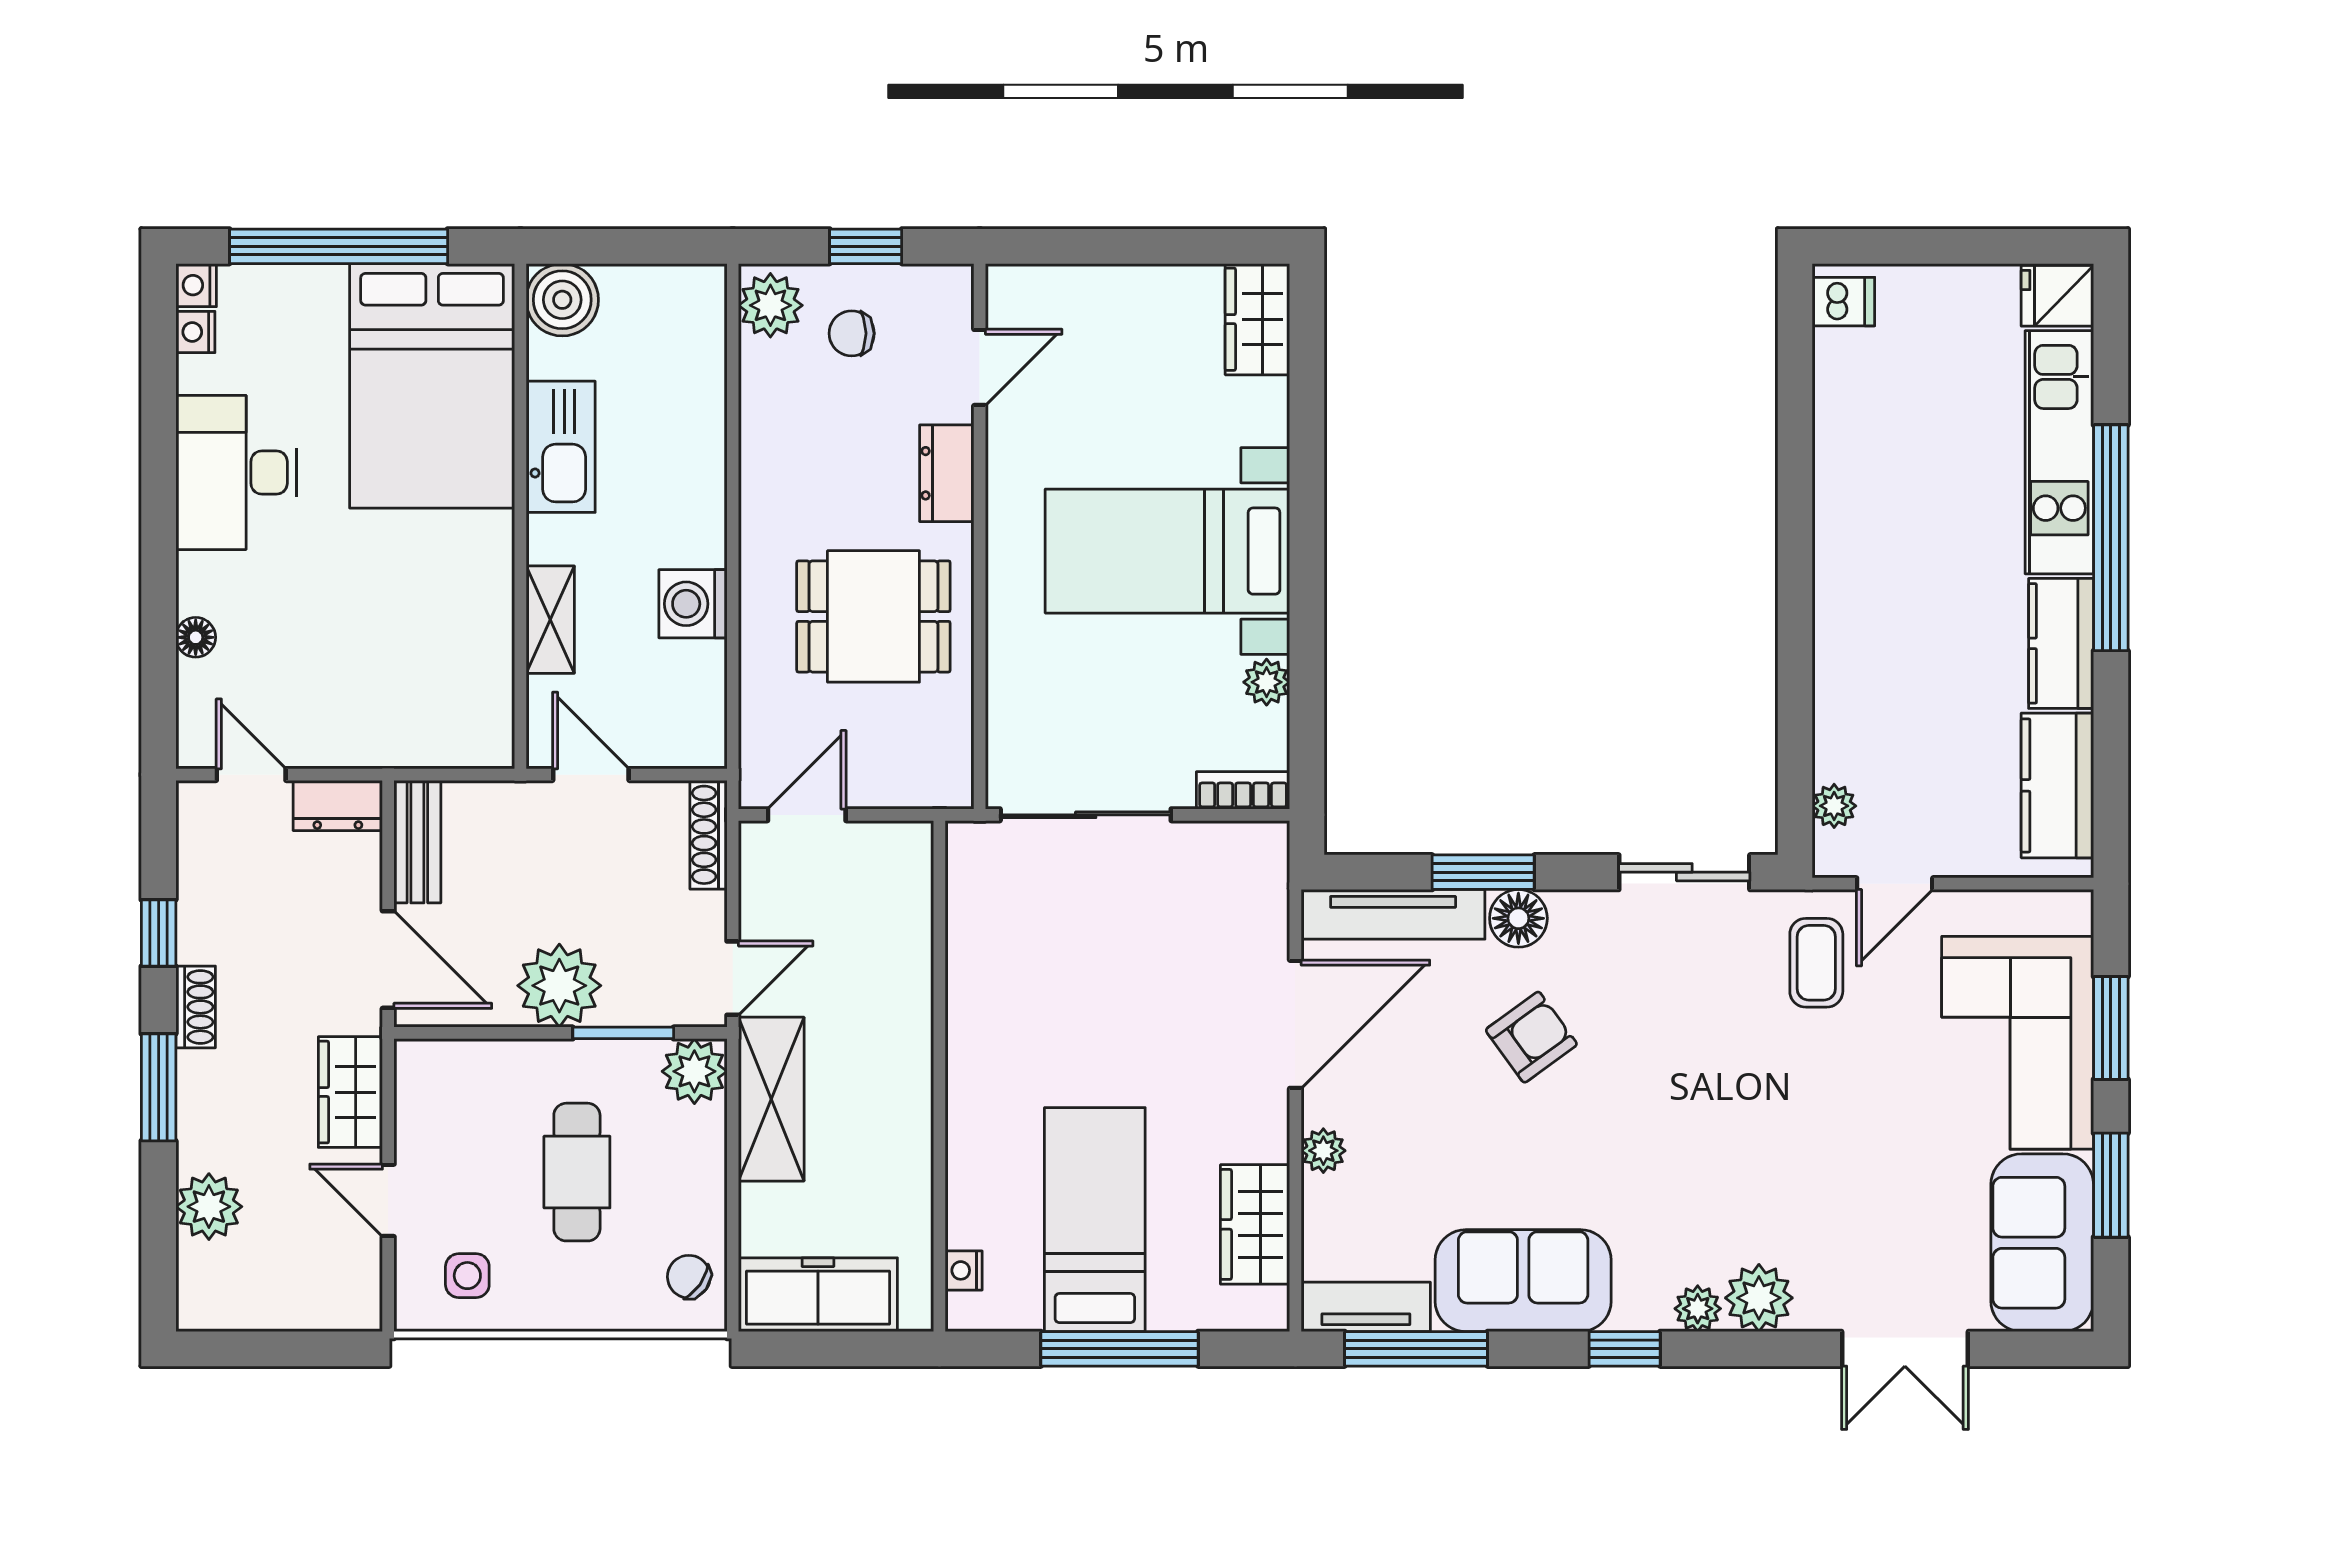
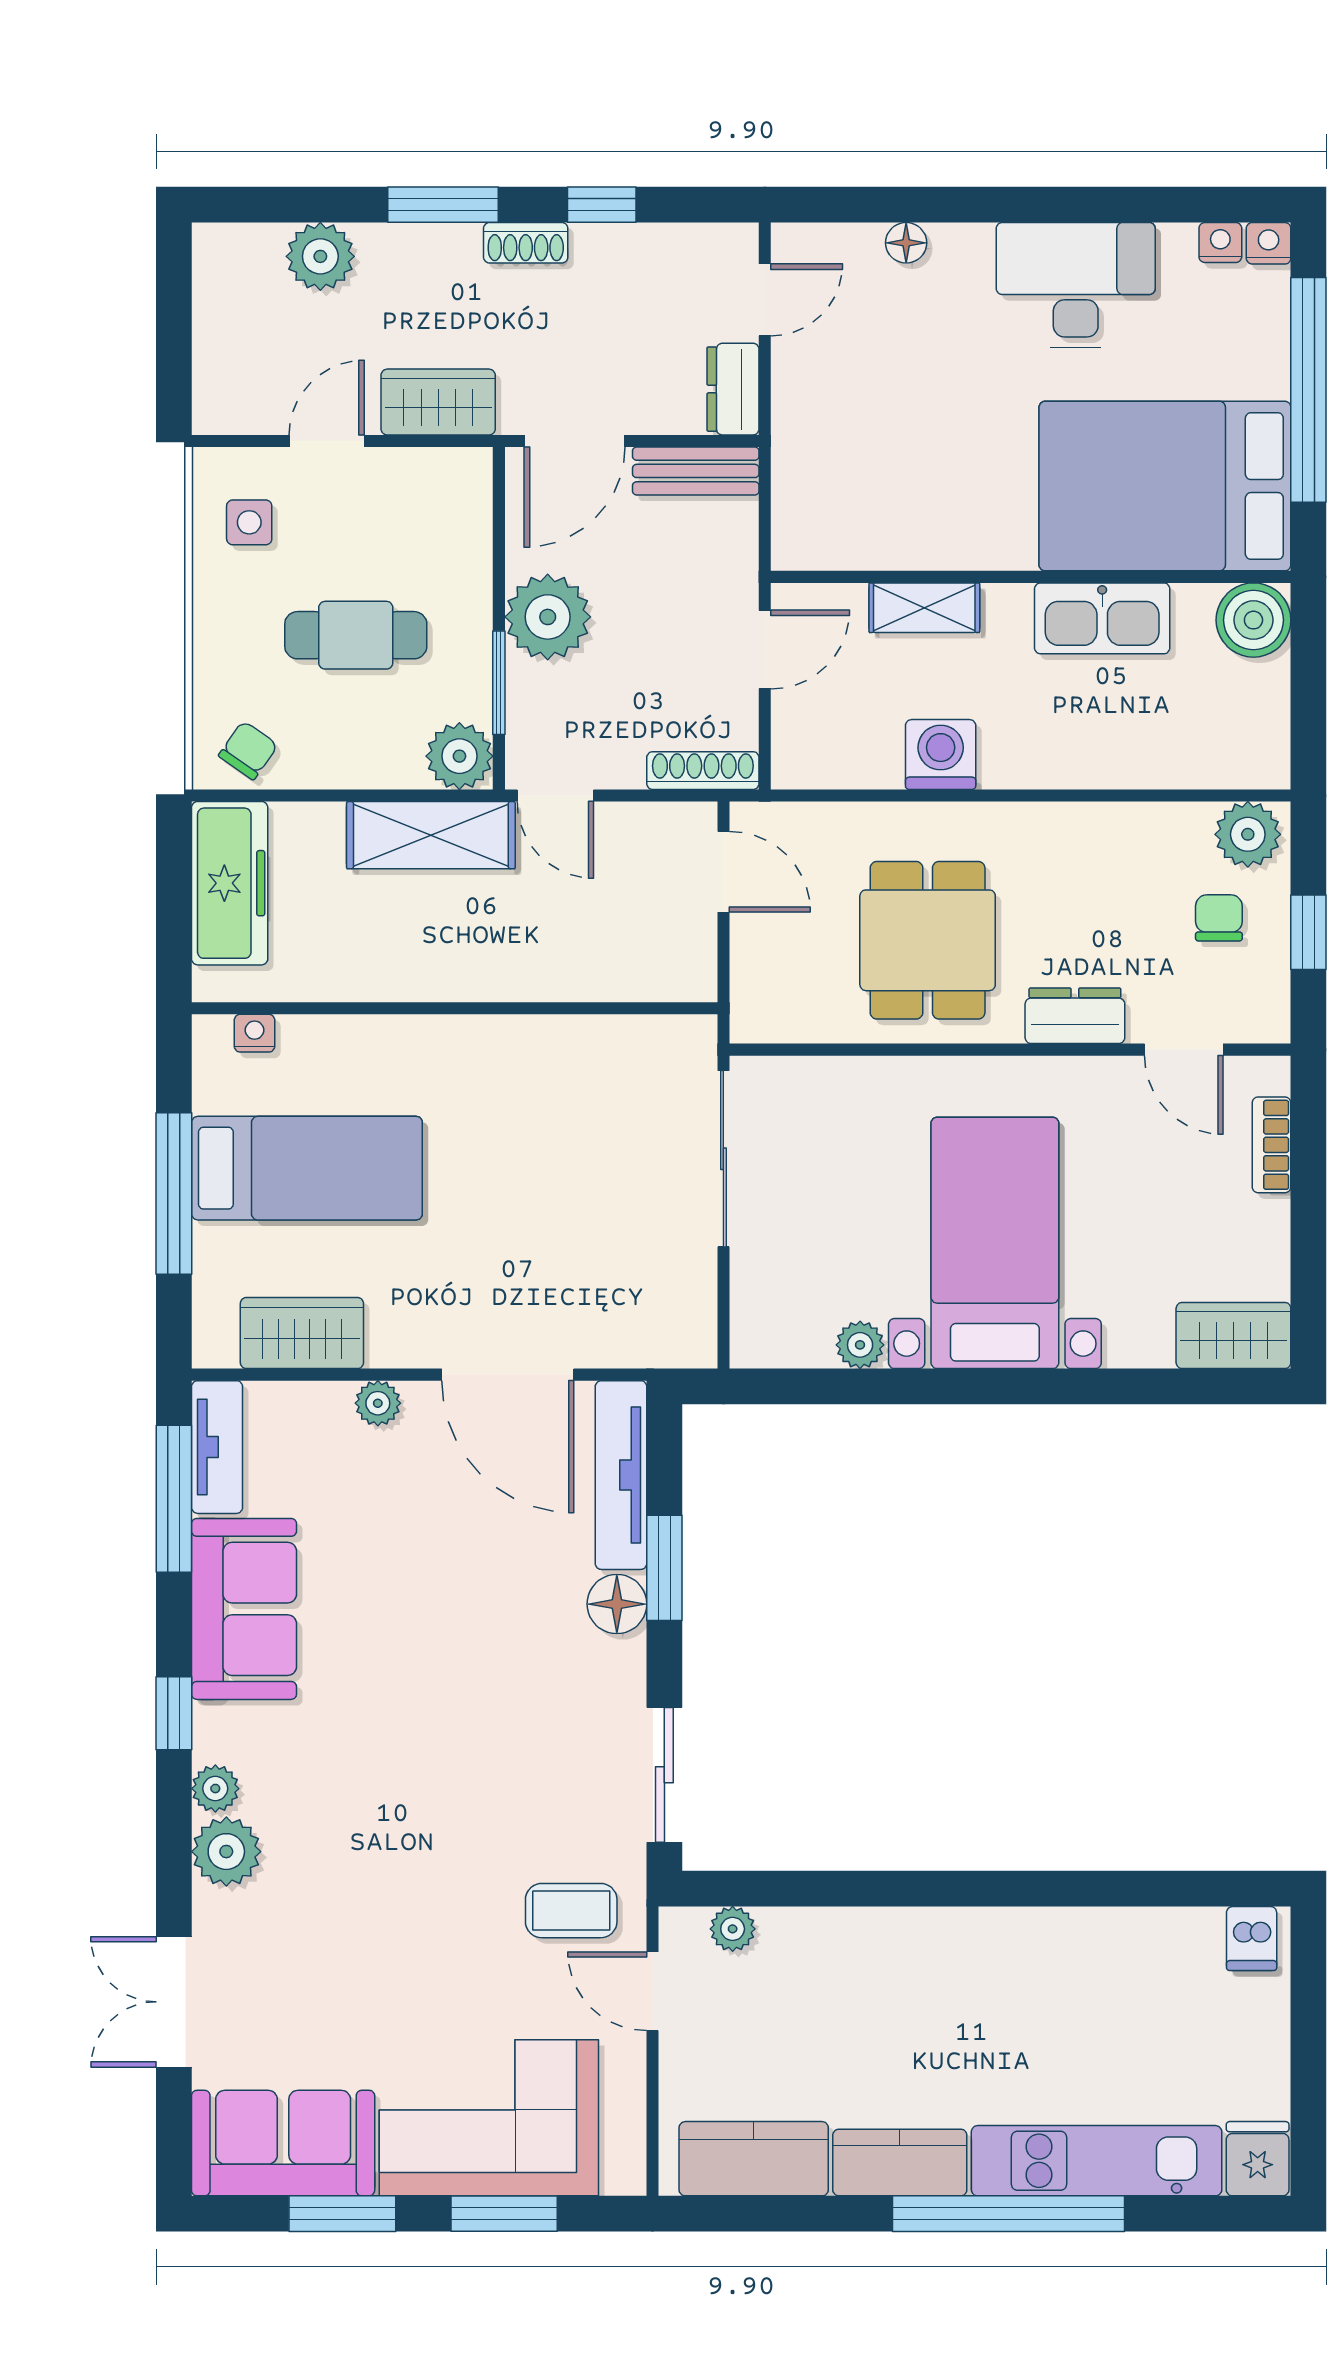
bookcase: (1243, 790) -> (1272, 1145), moved, turned 180
armchair: (1531, 1037) -> (495, 1617), removed

